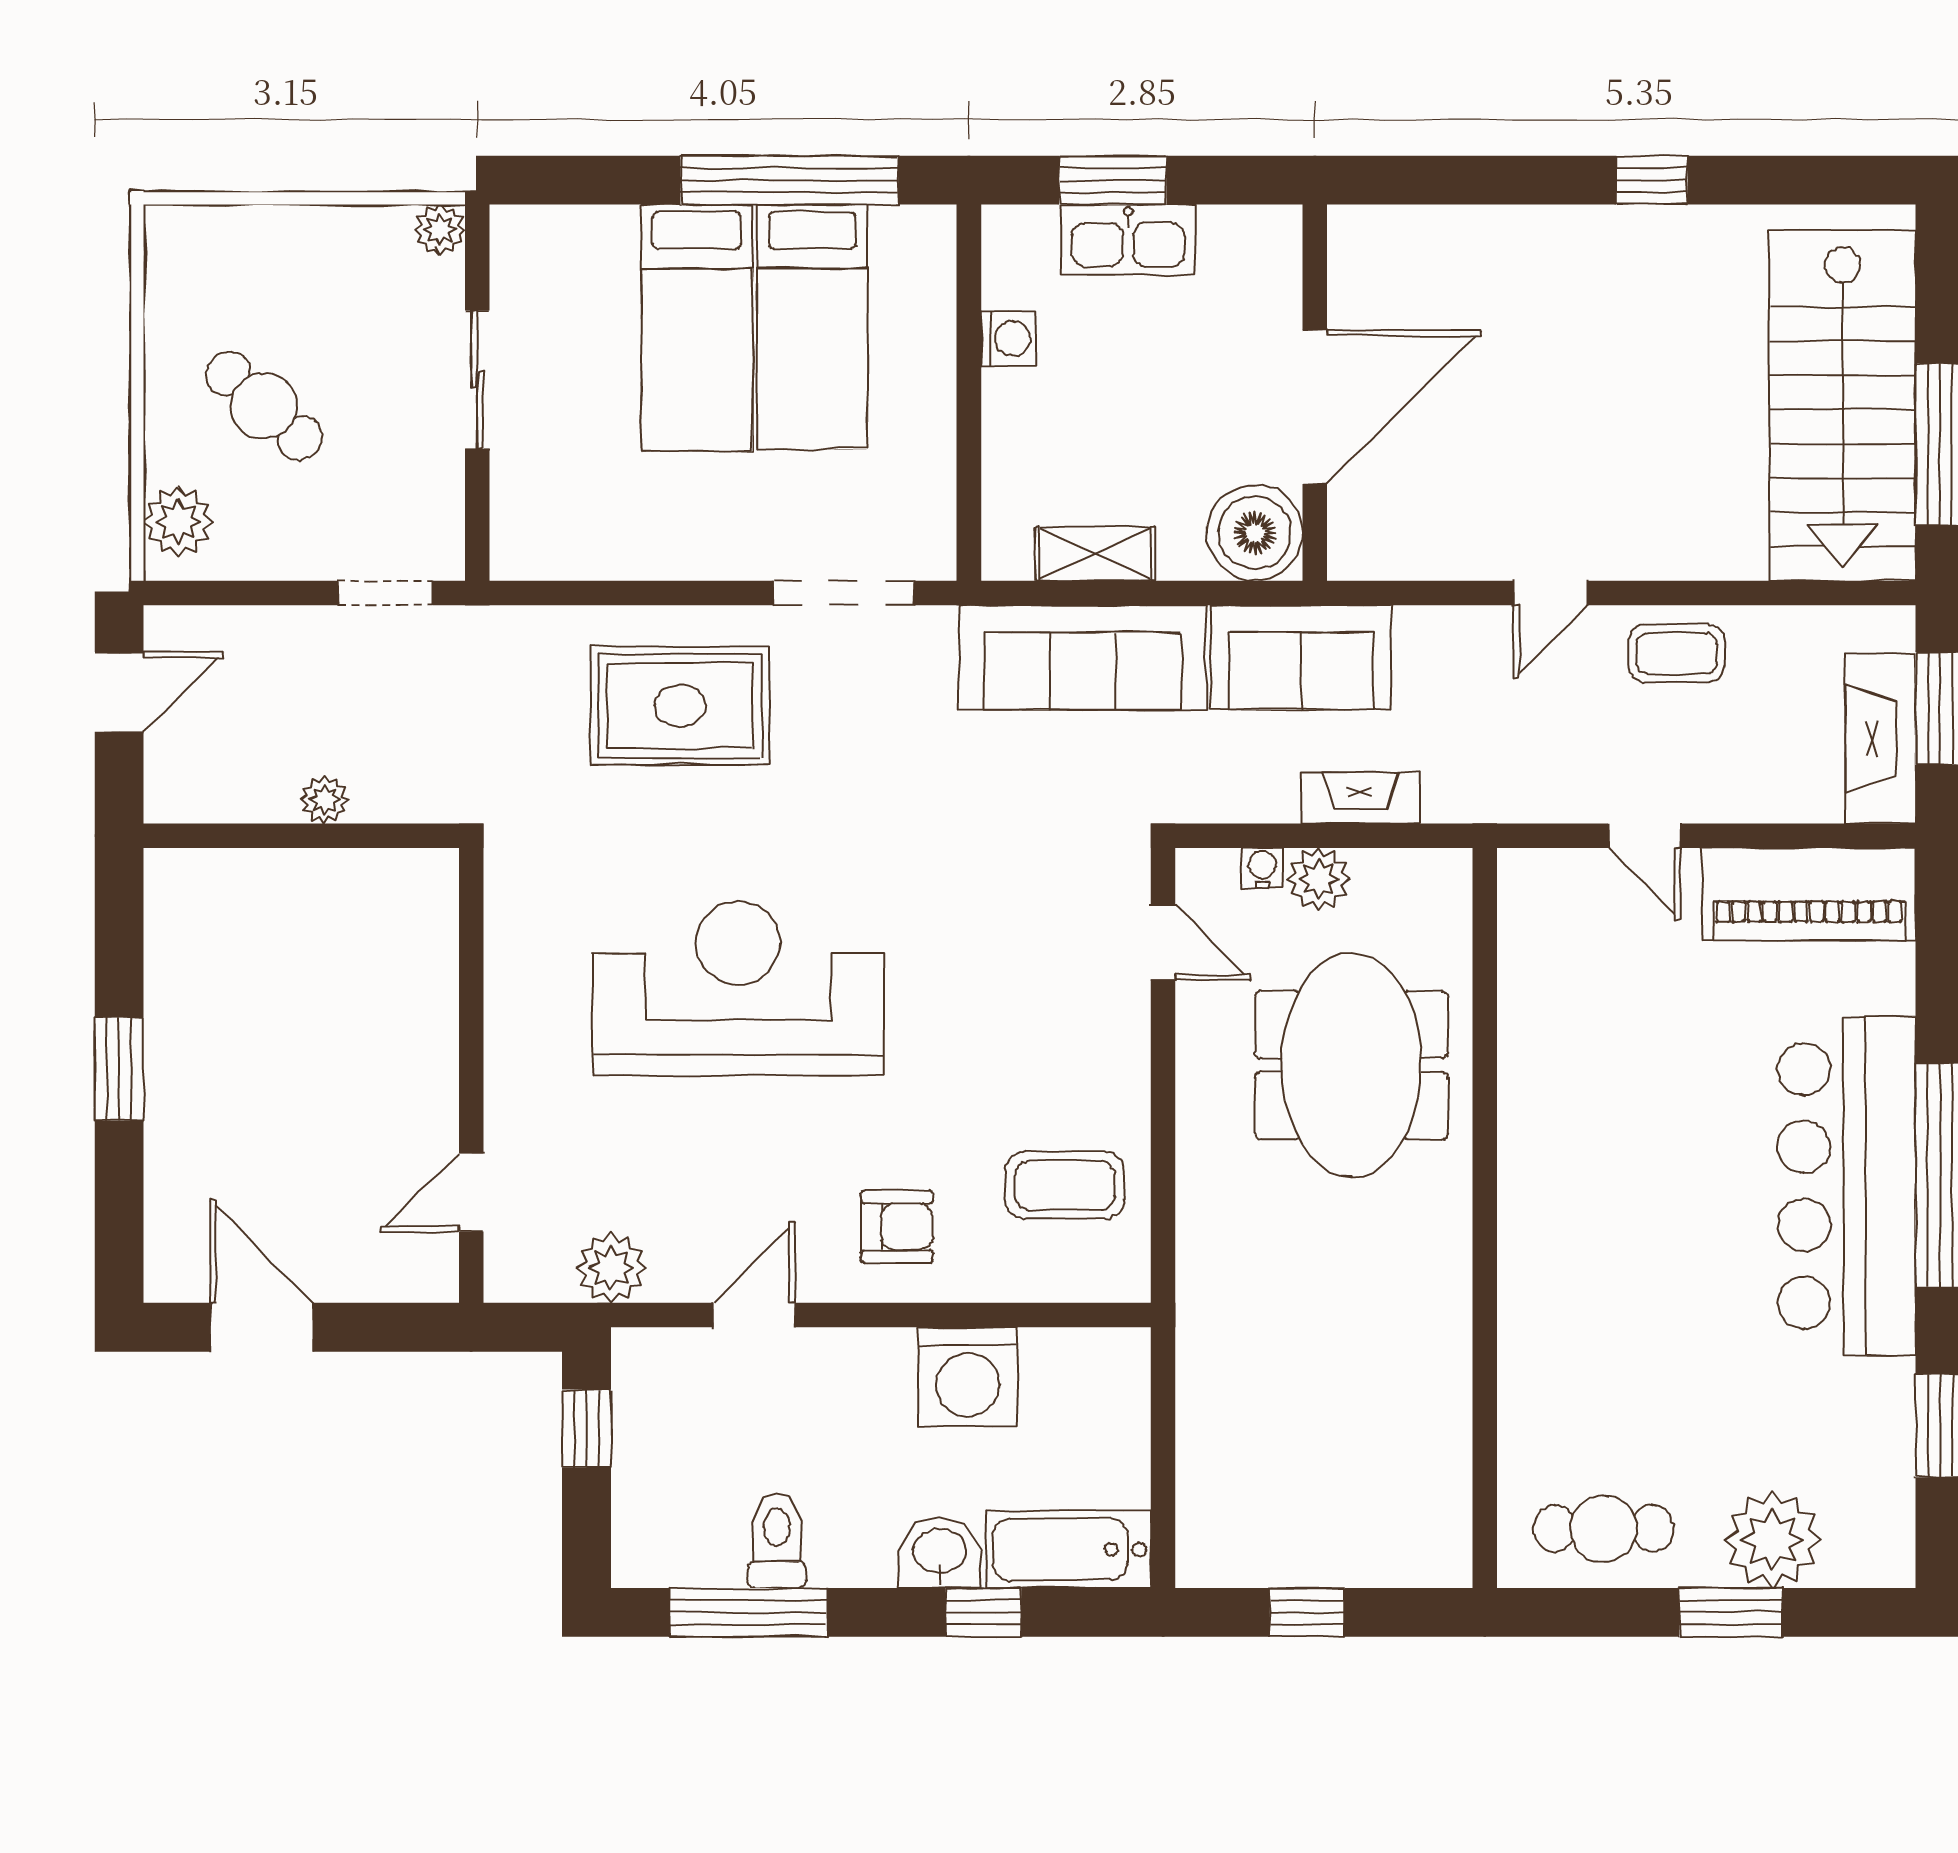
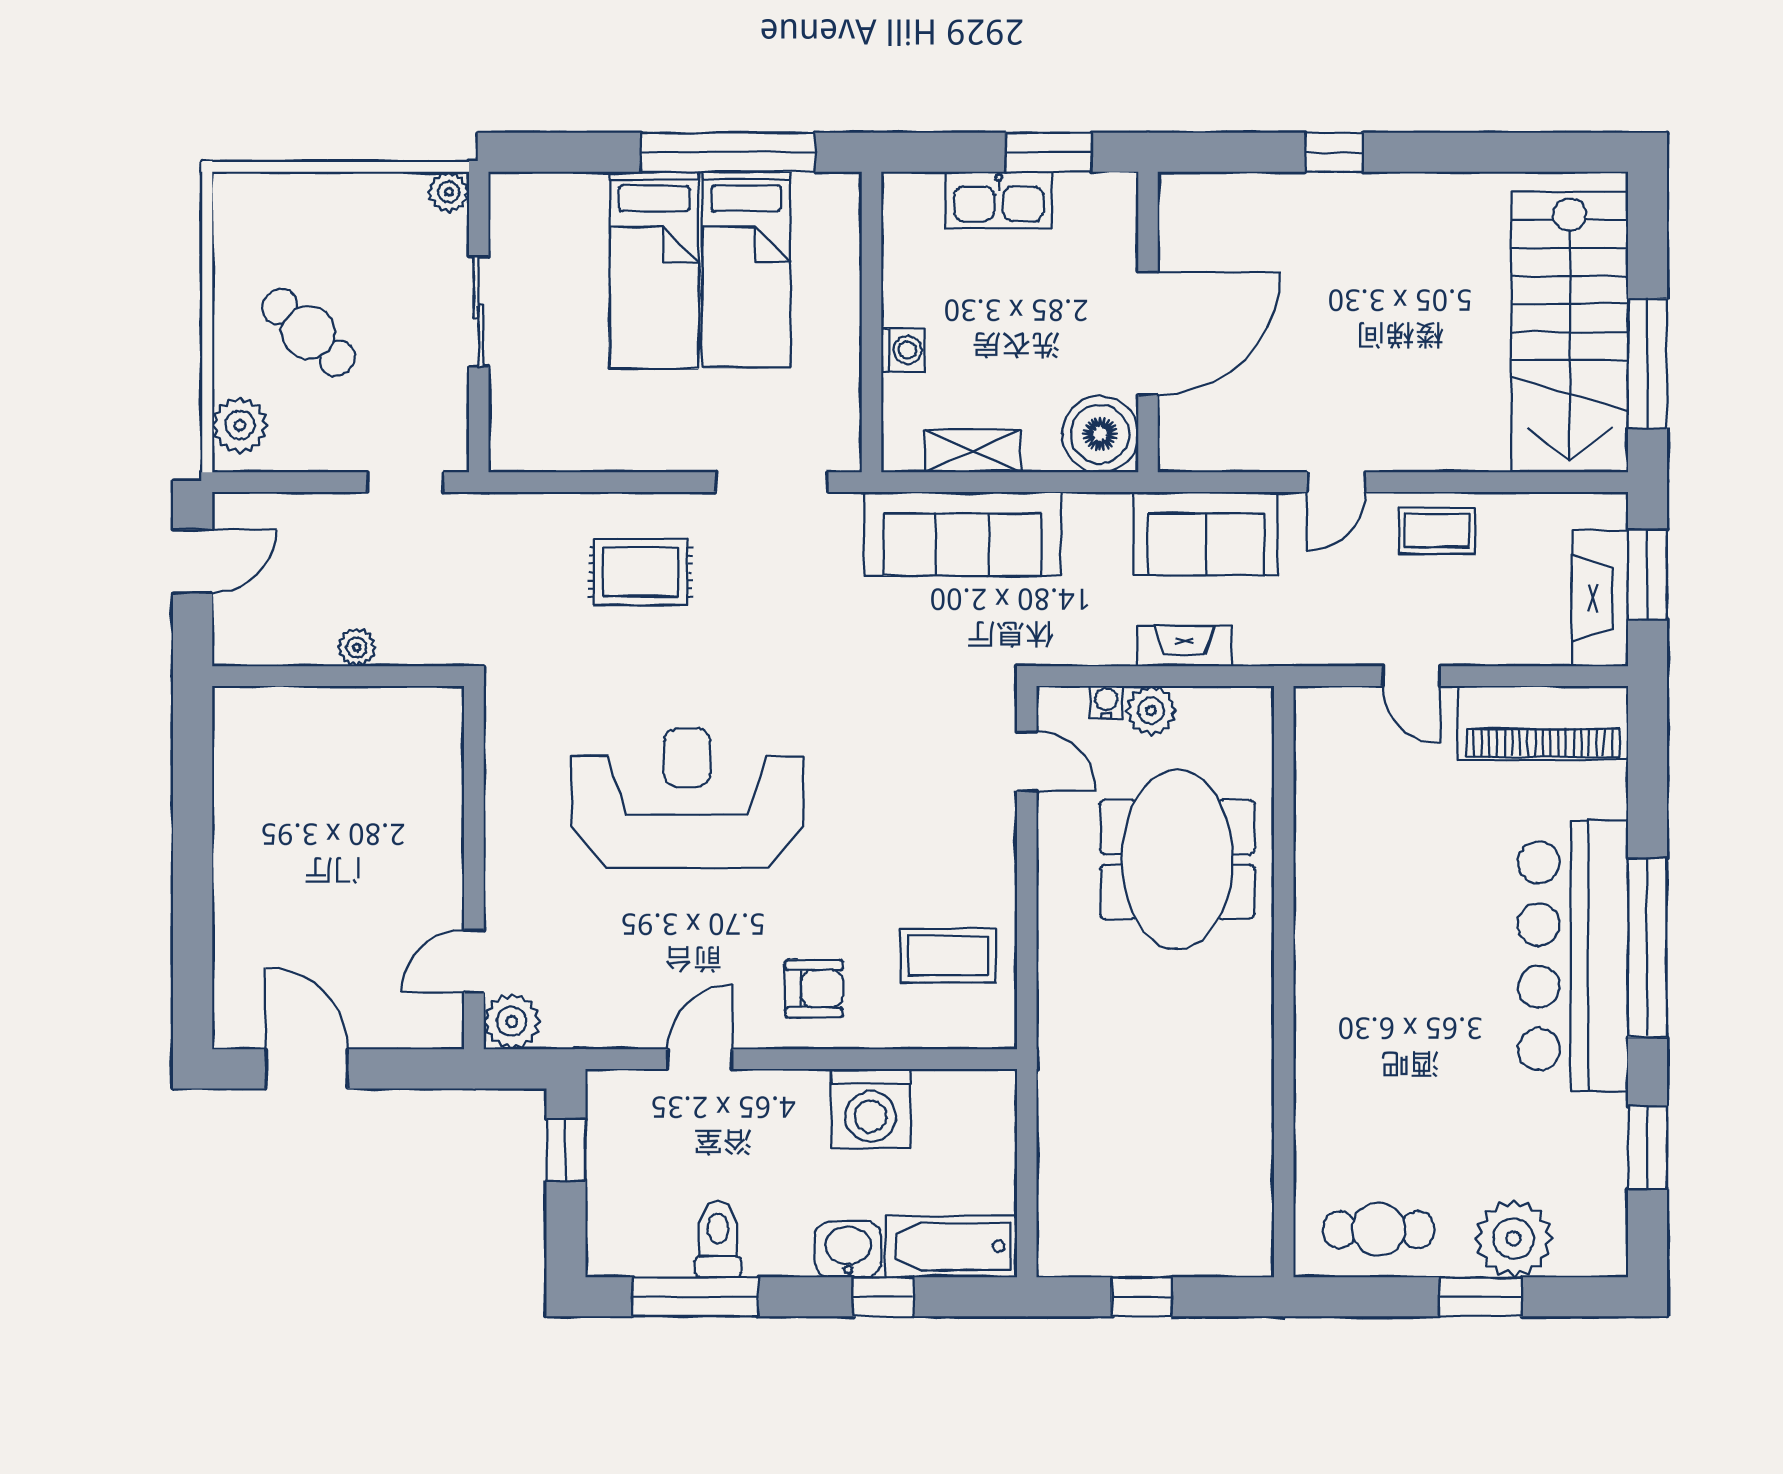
window: (1113, 180) -> (1049, 152), moved
window: (1652, 180) -> (1334, 152), moved
washing machine: (1008, 339) -> (903, 350), moved
sofa: (1301, 657) -> (1206, 534), moved
rug: (680, 706) -> (641, 572), width x0.73, depth x0.70
window: (119, 1069) -> (193, 862), removed
plant: (611, 1268) -> (512, 1021), moved

